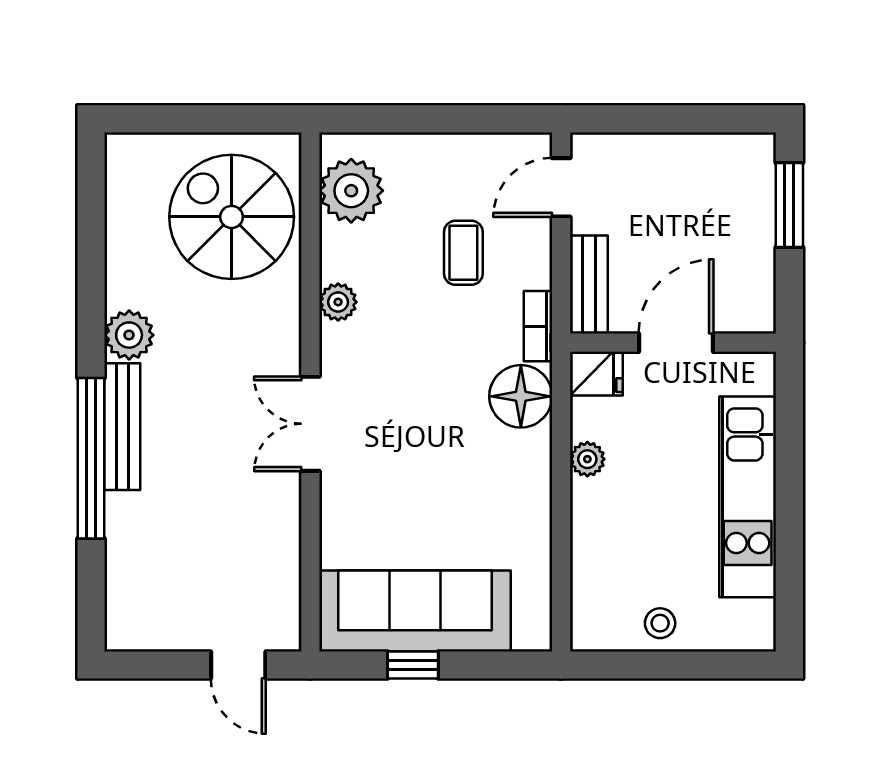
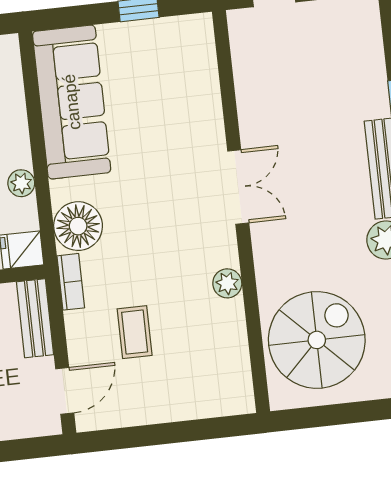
plant: (351, 191) -> (227, 370), removed
spiral stairs: (232, 217) -> (317, 340), turned -90
sofa: (415, 611) -> (72, 102), moved, turned -90

